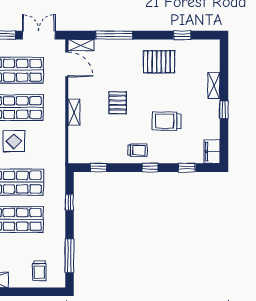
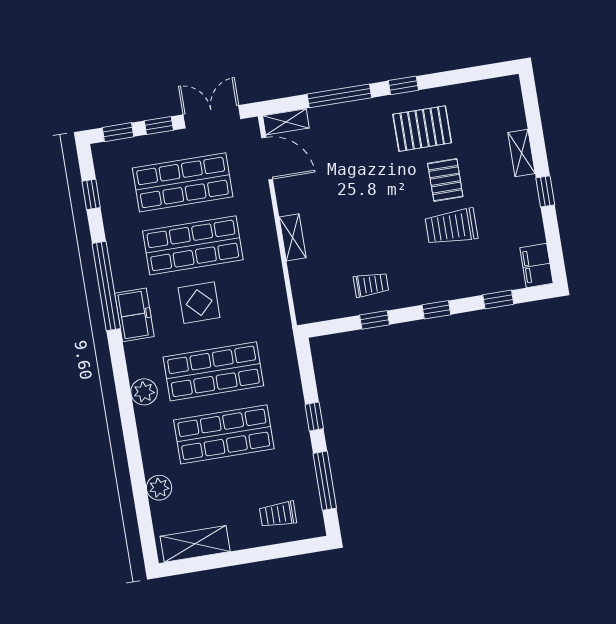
window: (182, 35) -> (403, 85), moved
pallet: (118, 103) -> (445, 180), moved
trolley: (138, 150) -> (371, 285), moved
window: (98, 168) -> (375, 320), moved
window: (69, 202) -> (314, 416), moved
trolley: (39, 271) -> (278, 514), turned 90

